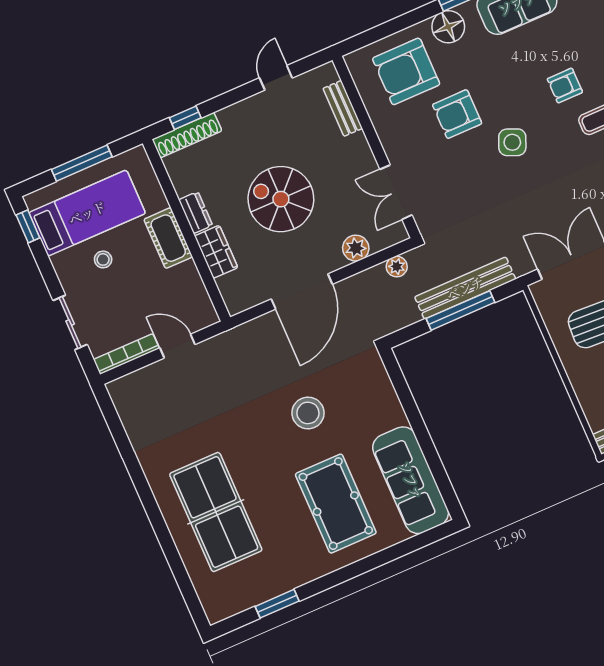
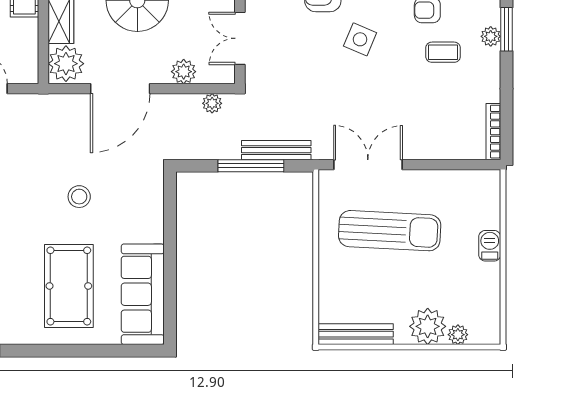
bench: (465, 288) -> (276, 150), width x0.73, depth x0.82
plant: (239, 290) -> (66, 64), added
stool: (308, 413) -> (79, 197), width x0.73, depth x0.73

